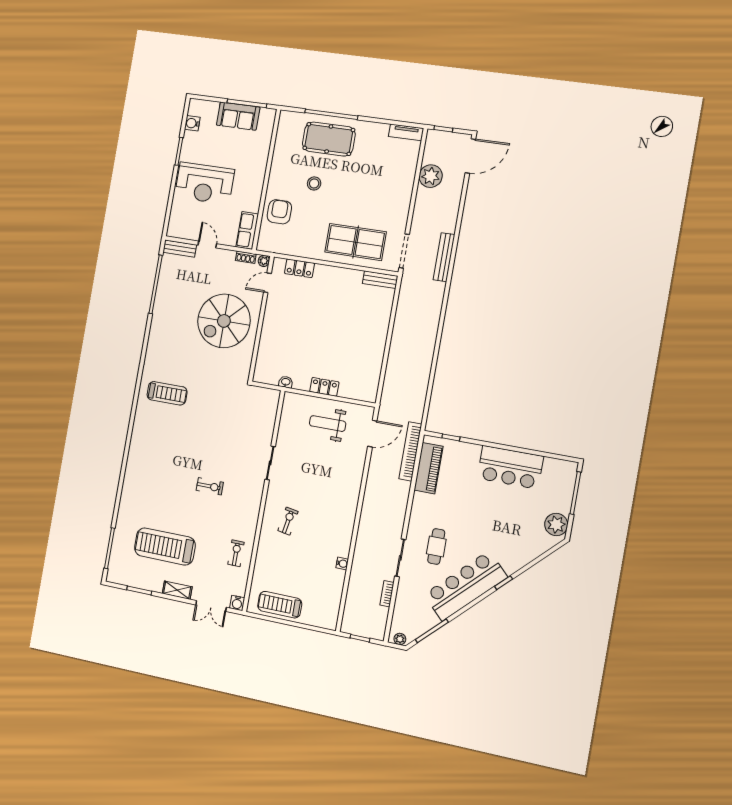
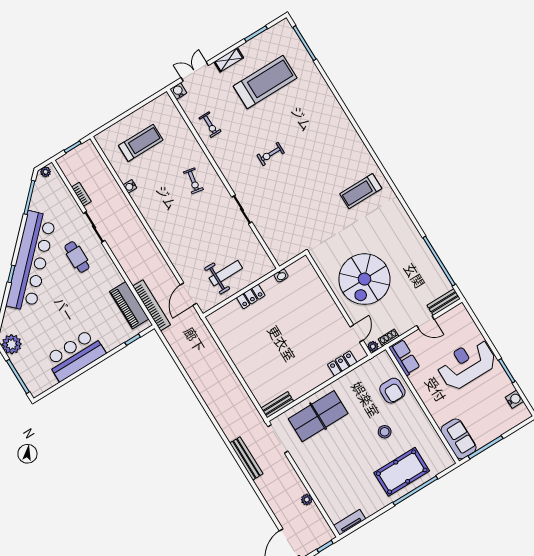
sofa: (238, 116) -> (458, 439), moved, turned 90
plant: (431, 176) -> (307, 500), width x0.53, depth x0.53
spiral stairs: (224, 321) -> (364, 279), turned 180
bar counter: (466, 586) -> (31, 261), width x1.36
treadmill: (280, 605) -> (141, 143), moved

